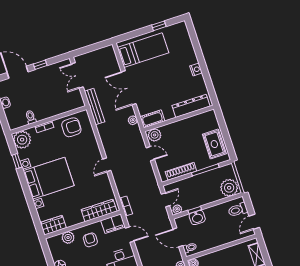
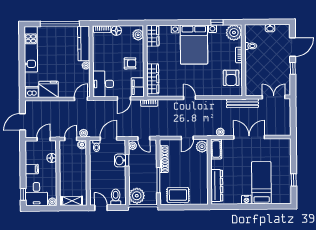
bed: (143, 50) -> (261, 183), moved, turned 180
plant: (68, 237) -> (138, 35), moved

